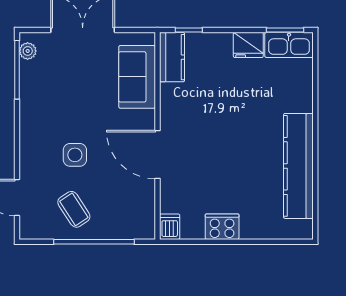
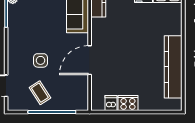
door: (157, 154) -> (90, 60), hinge flipped
dishwasher: (170, 227) -> (111, 103), moved

